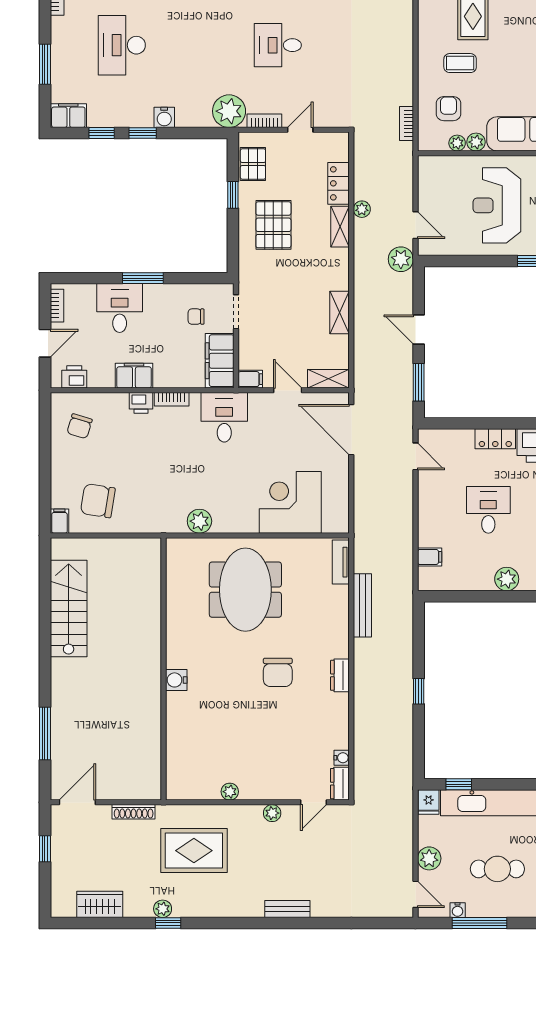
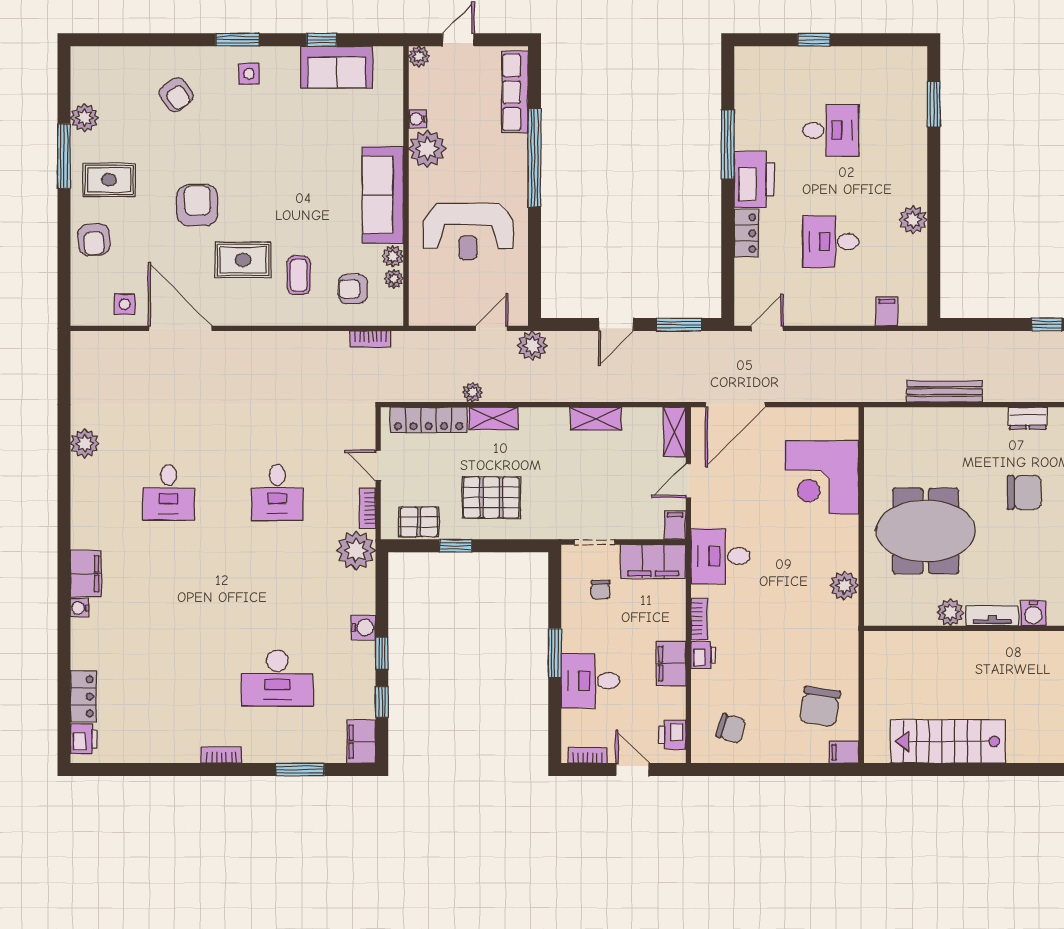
locker: (339, 183) -> (429, 420), width x1.53
tv unit: (341, 562) -> (992, 616), moved, turned 180
plant: (177, 610) -> (950, 612), added

